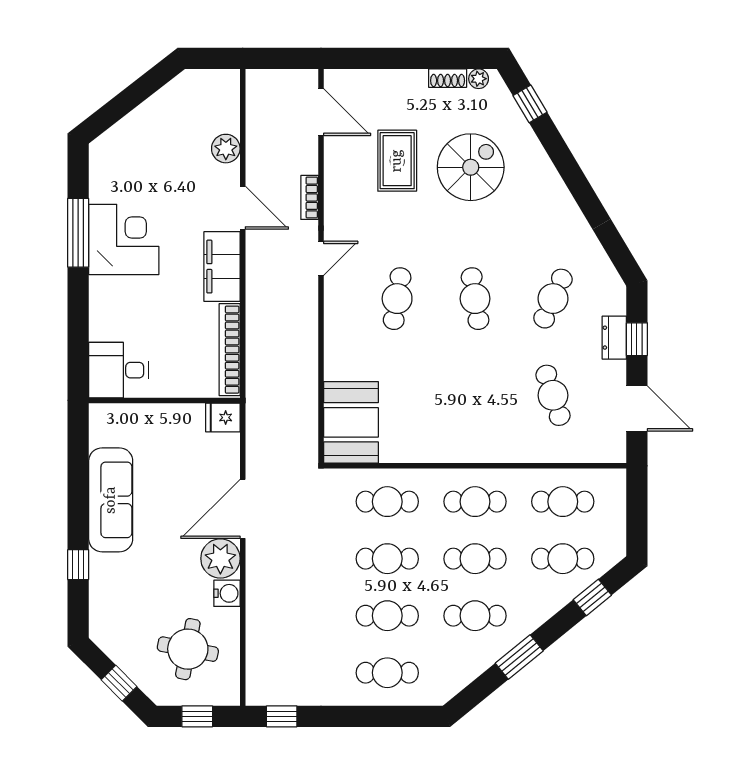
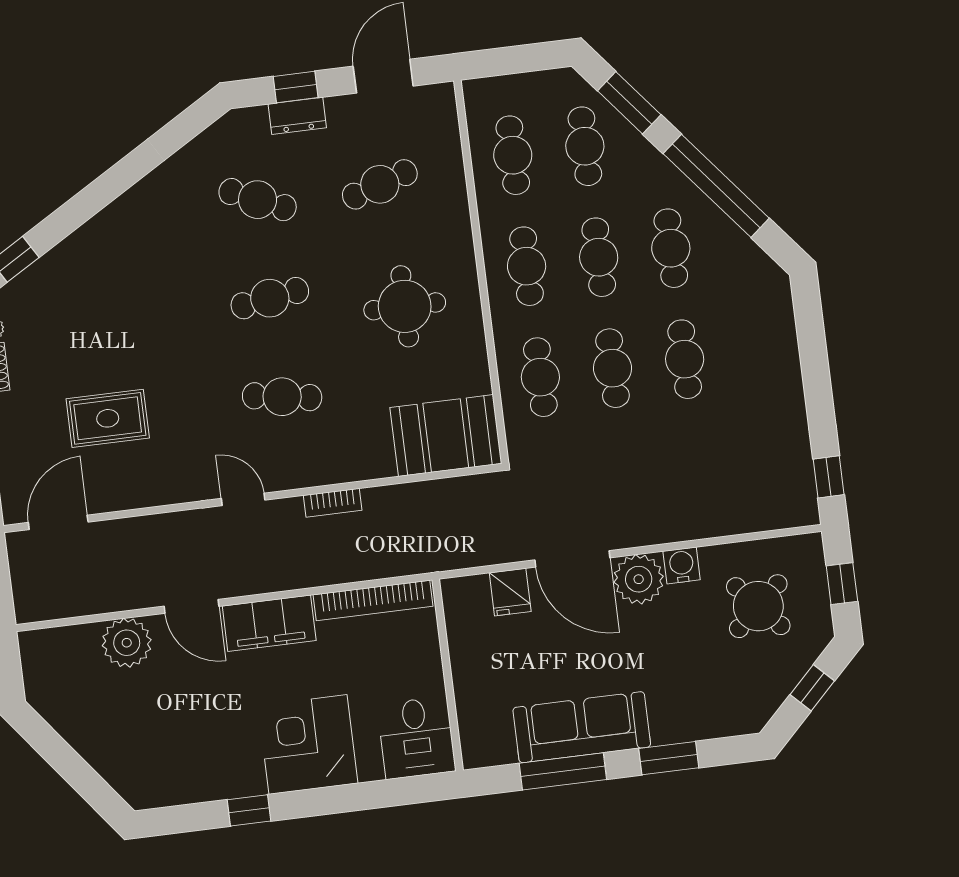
plant: (226, 149) -> (127, 643), width x1.36, depth x1.36
spiral stairs: (471, 167) -> (104, 324), removed
bookcase: (310, 197) -> (333, 503), moved
door: (243, 208) -> (191, 606), swing flipped
window: (78, 233) -> (249, 810), width x0.46
corner desk: (124, 239) -> (308, 744), moved
round table: (456, 403) -> (405, 306), added
fridge: (223, 417) -> (510, 592), moved
window: (78, 481) -> (563, 771), added
window: (78, 565) -> (669, 758), width x1.50
window: (592, 597) -> (629, 103), width x1.50
round table: (188, 649) -> (758, 606), turned 37
window: (519, 657) -> (716, 186), width x2.11
cafe table: (387, 673) -> (757, 350), removed

